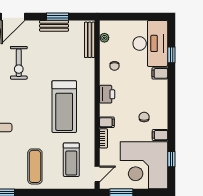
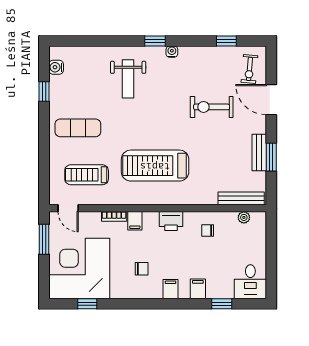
desk: (150, 43) -> (250, 282), width x0.53, depth x0.77
filing cabinet: (160, 135) -> (171, 289), moved

